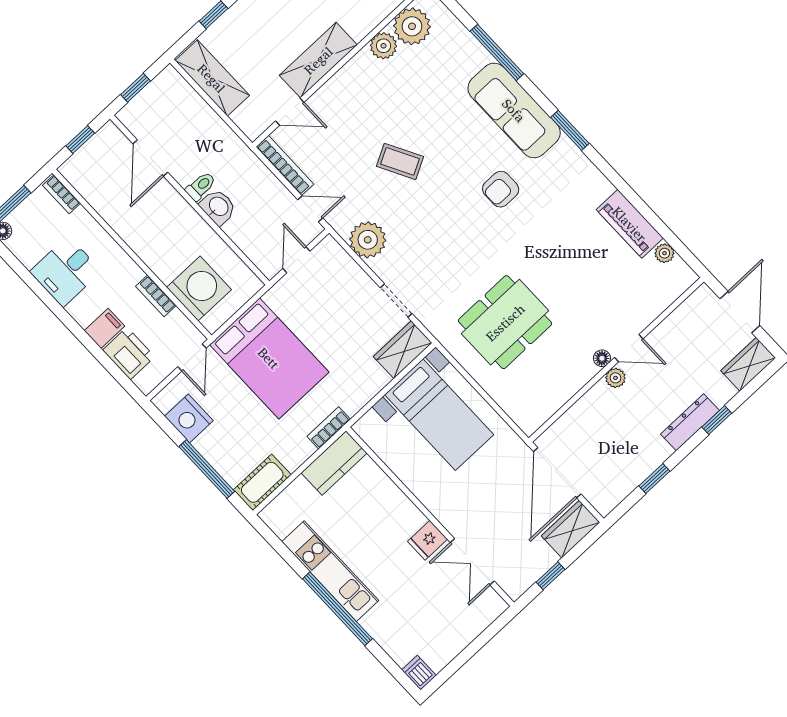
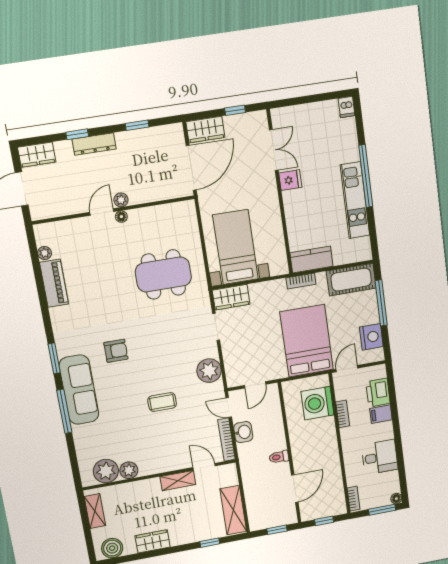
window: (497, 52) -> (64, 411), moved
shelving: (318, 60) -> (178, 481), width x0.67, depth x0.75
coffee table: (400, 161) -> (162, 402), turned -62
washbasin: (218, 207) -> (243, 432), moved, turned 180
door: (629, 348) -> (102, 212), hinge flipped
cot: (262, 482) -> (351, 280), width x1.37, depth x1.34

